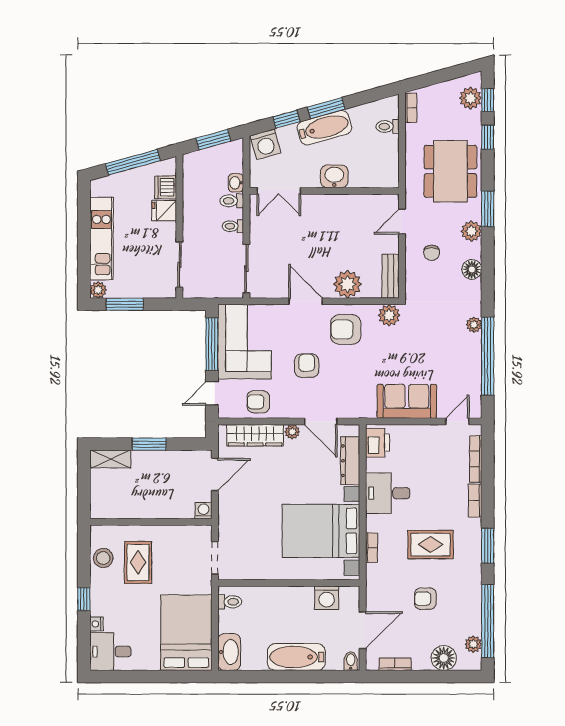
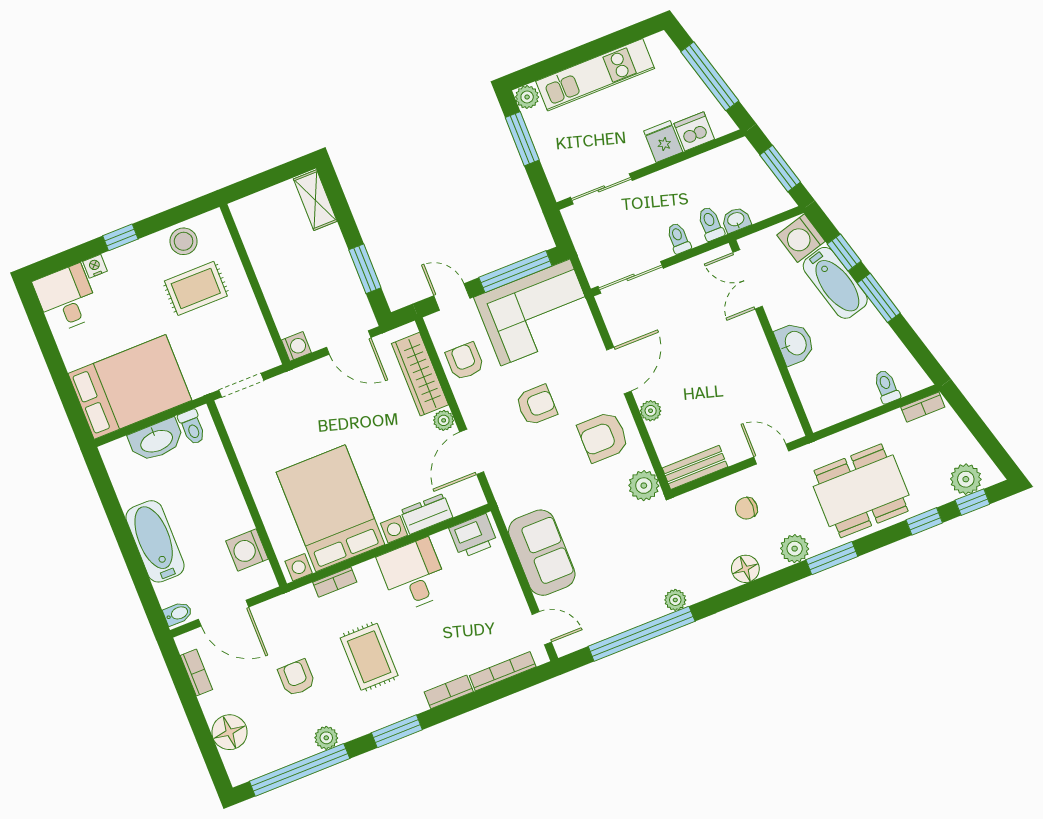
bathtub: (324, 128) -> (835, 283), moved
plant: (347, 284) -> (651, 411), width x0.53, depth x0.53
armchair: (346, 329) -> (603, 437), turned -90
window: (149, 444) -> (365, 269), moved
dresser: (350, 461) -> (427, 514), width x0.70
plant: (473, 644) -> (326, 738), moved
washbasin: (229, 652) -> (156, 440), moved

